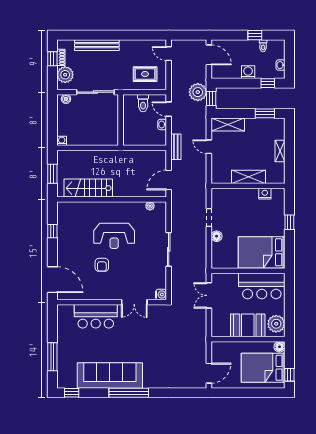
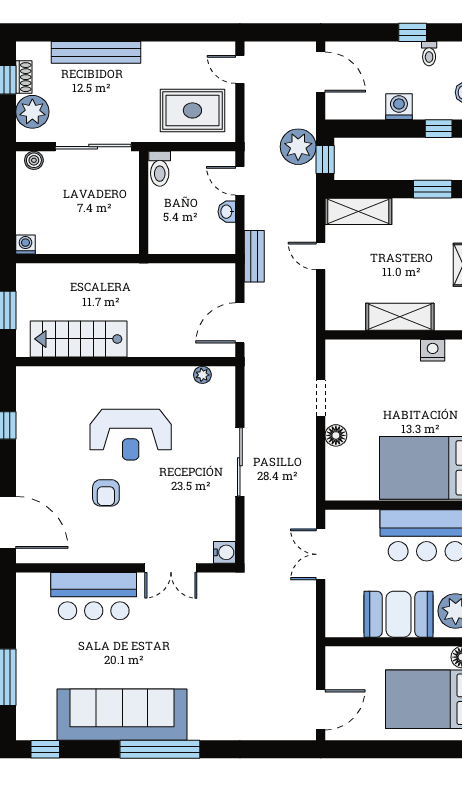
rug: (145, 74) -> (192, 110), width x1.36, depth x1.43
toilet: (143, 103) -> (160, 169), moved

